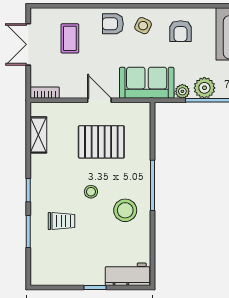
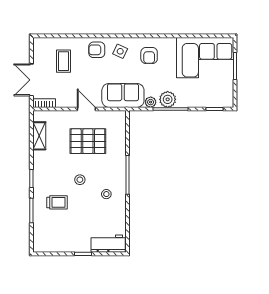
double door: (28, 44) -> (31, 80), moved
stool: (125, 210) -> (106, 194), width x0.53, depth x0.53

